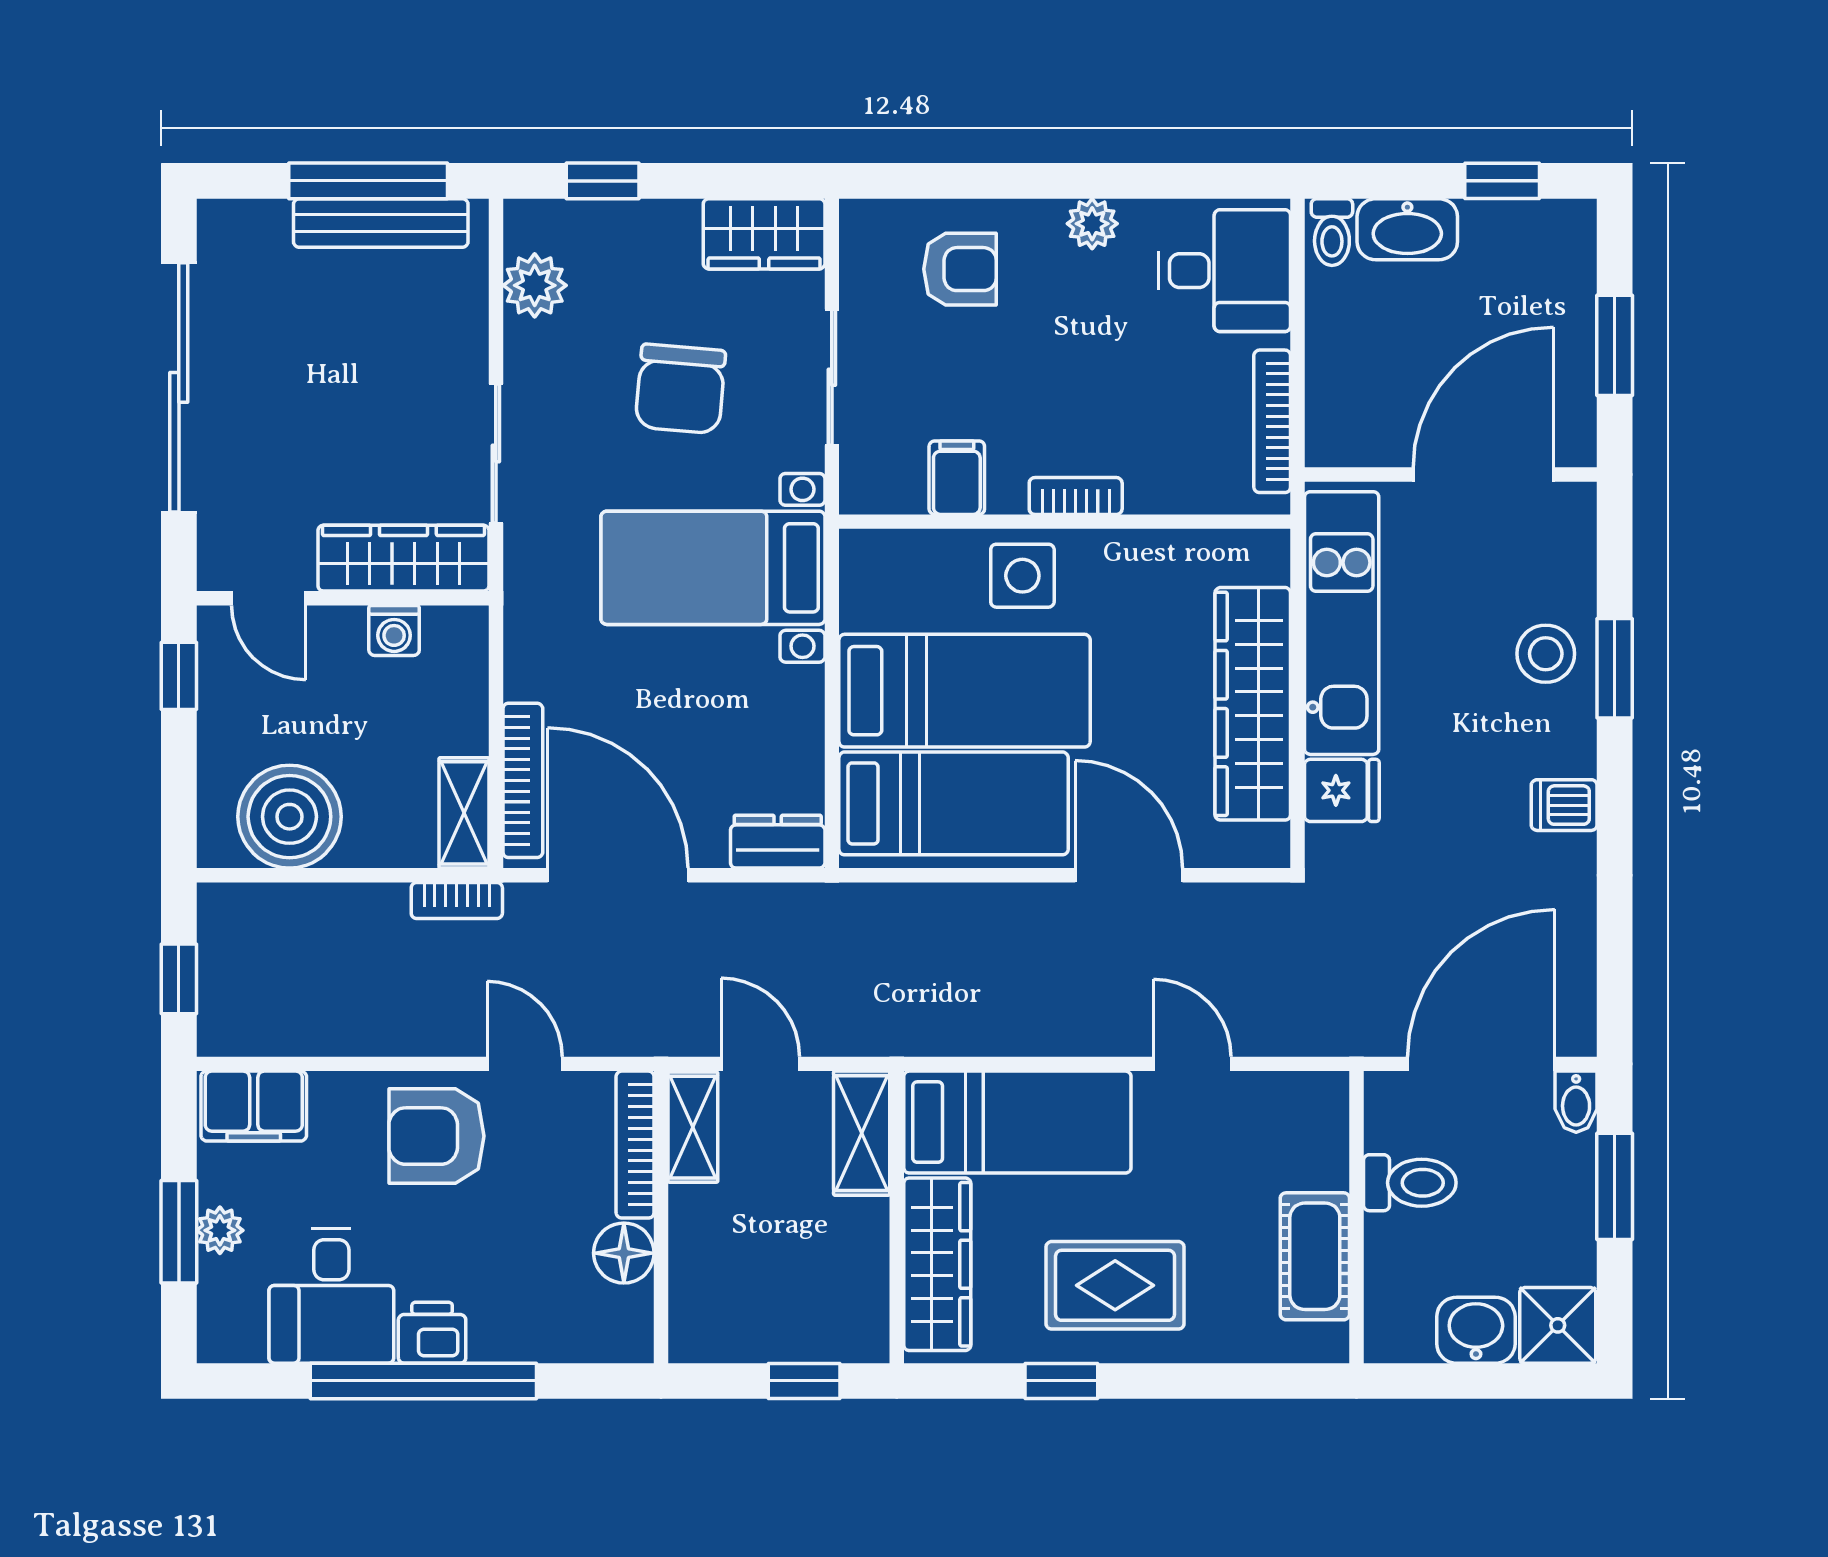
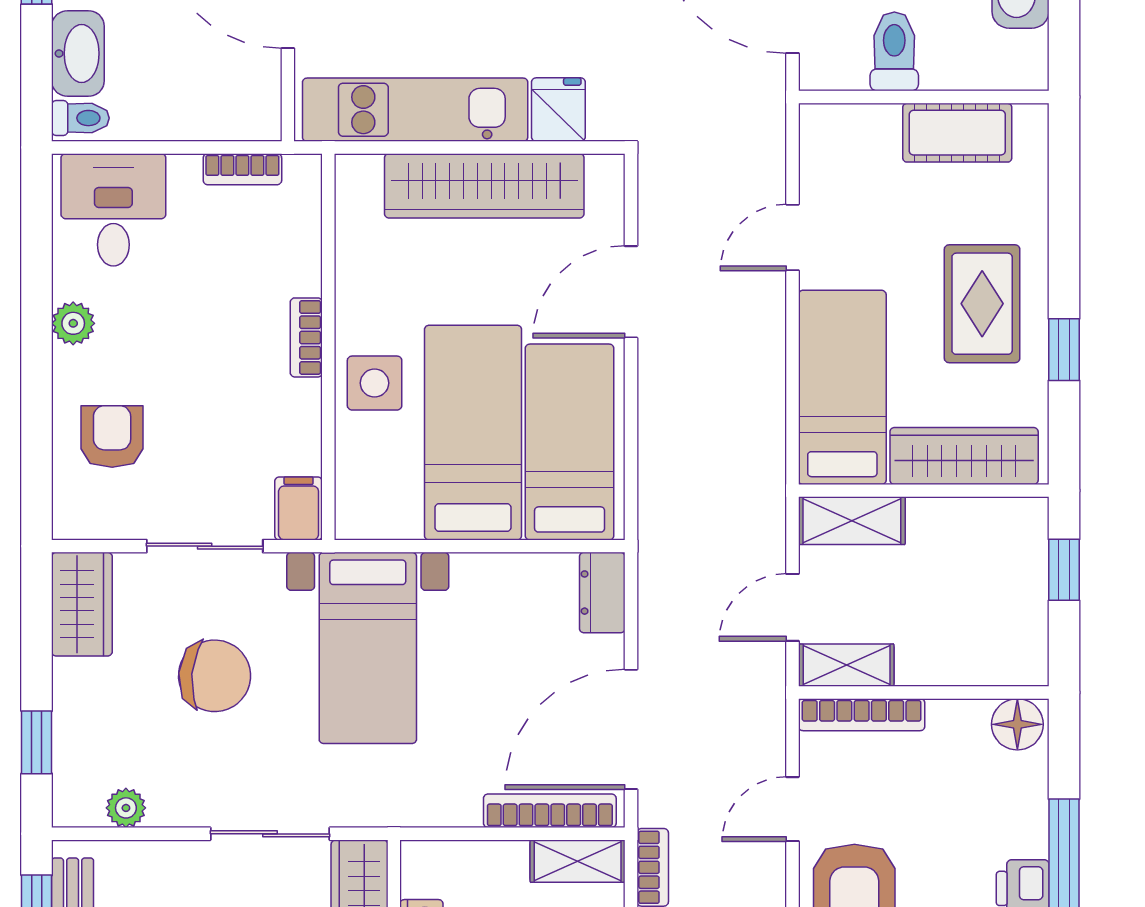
plant: (535, 285) -> (126, 808), width x0.73, depth x0.73
bookcase: (1272, 421) -> (242, 169), width x0.64
filing cabinet: (957, 478) -> (299, 508), moved, turned 90
floor lamp: (624, 1253) -> (1017, 724), moved

